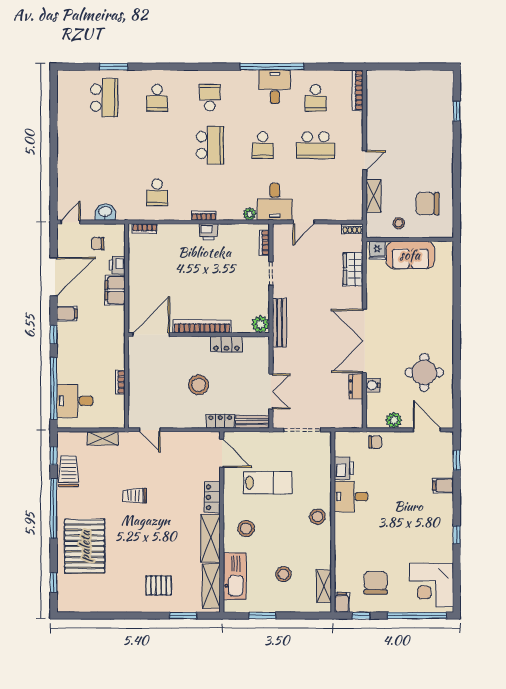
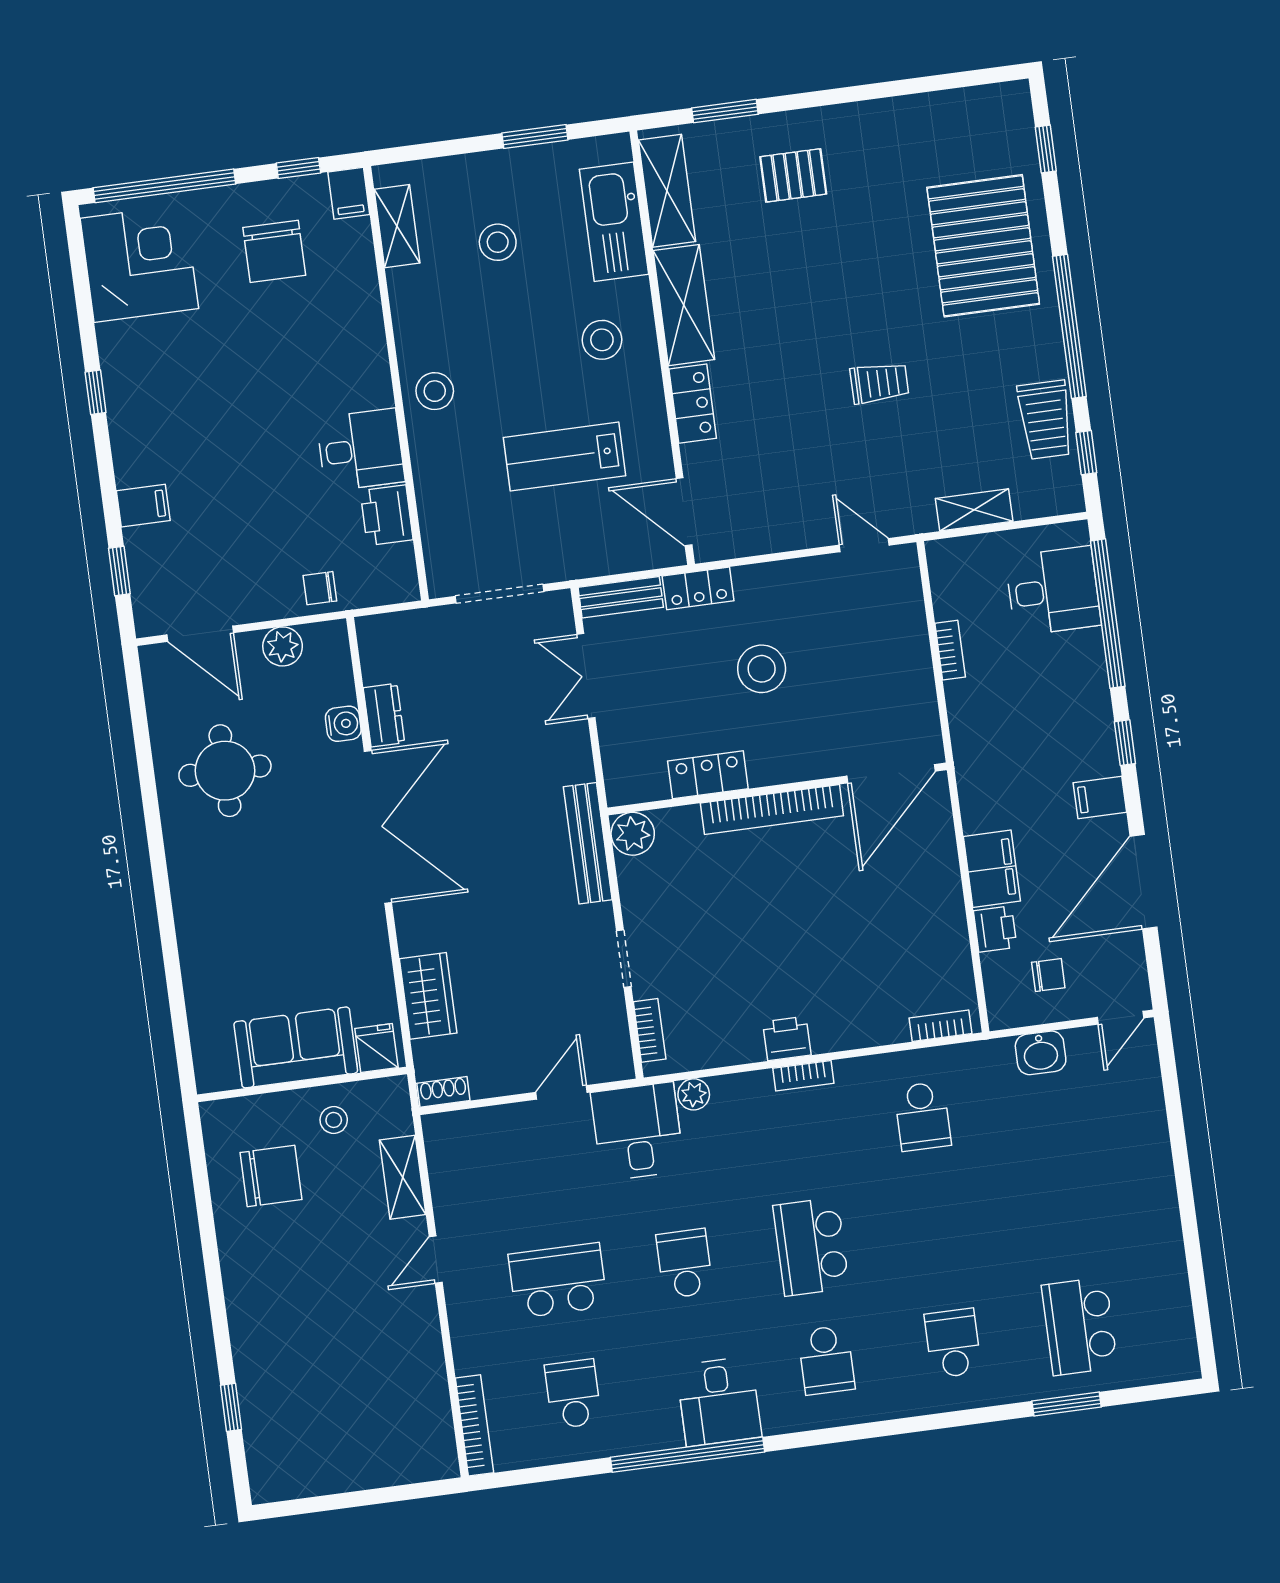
desk: (275, 87) -> (719, 1401), moved
school desk: (157, 192) -> (923, 1116), turned 180

